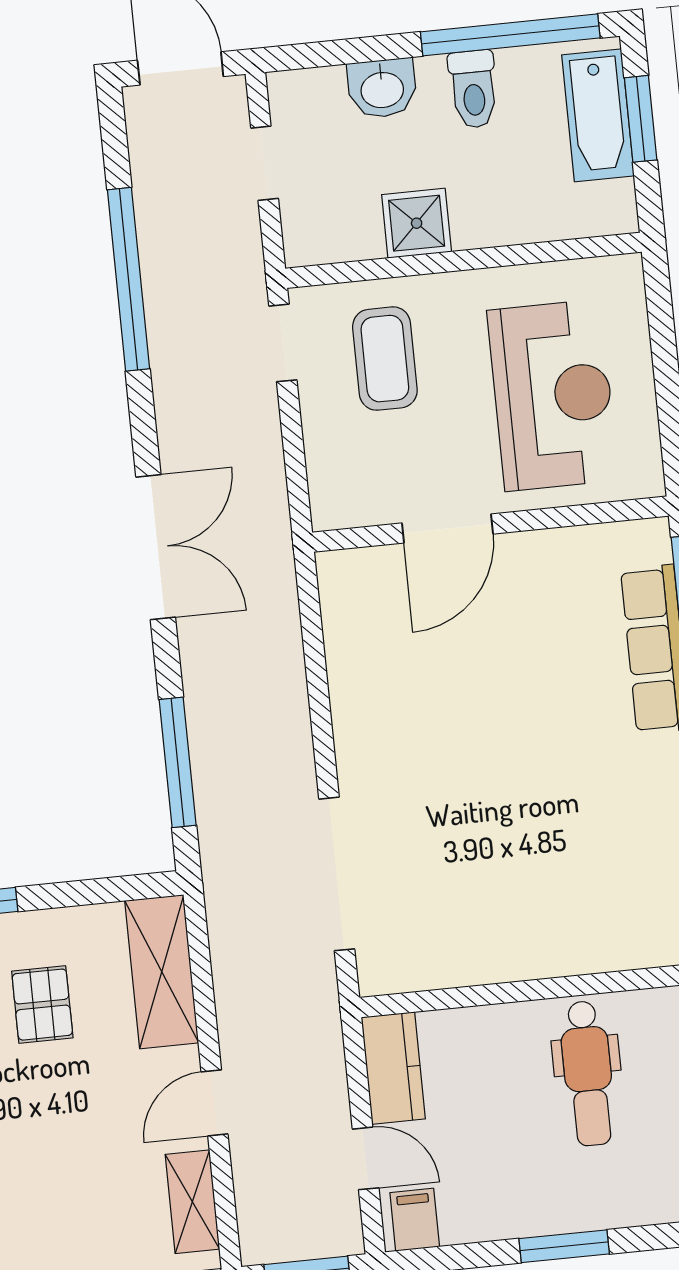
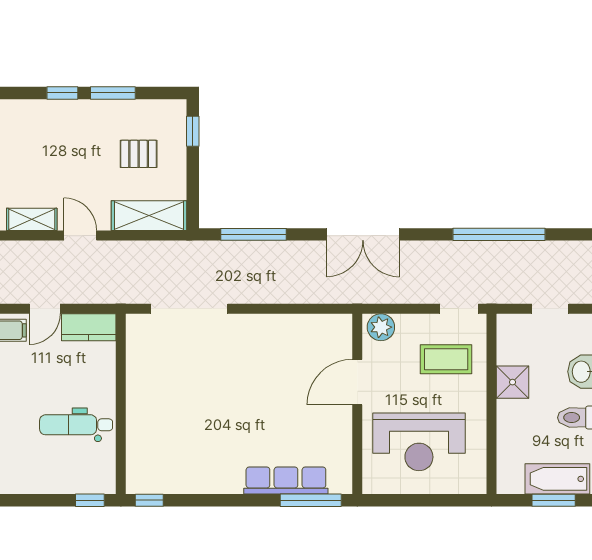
plant: (335, 493) -> (381, 327), added
door: (447, 528) -> (357, 382), hinge flipped

